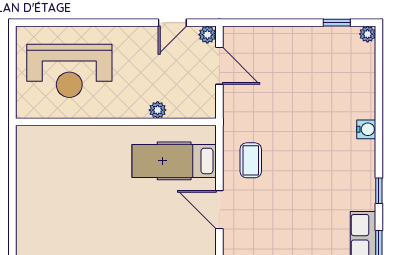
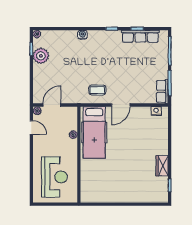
plant: (322, 42) -> (41, 56), added
hospital bed: (174, 161) -> (94, 133), width x1.37, depth x1.29

